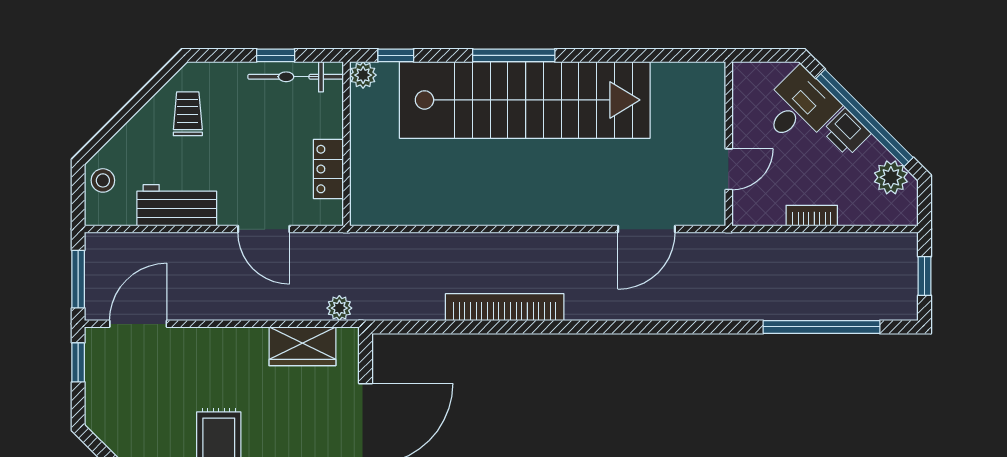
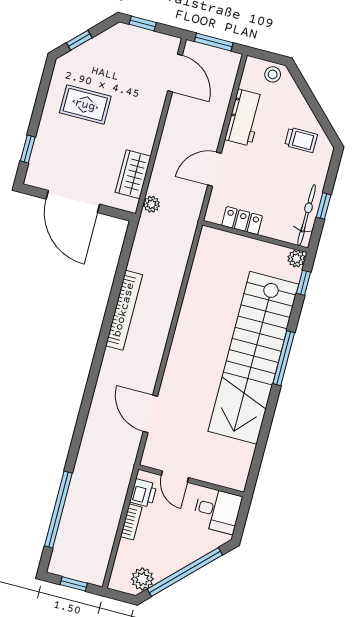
desk: (799, 107) -> (217, 510), moved, turned -45
printer: (846, 132) -> (143, 493), moved, turned 135
window: (78, 362) -> (143, 23), moved

